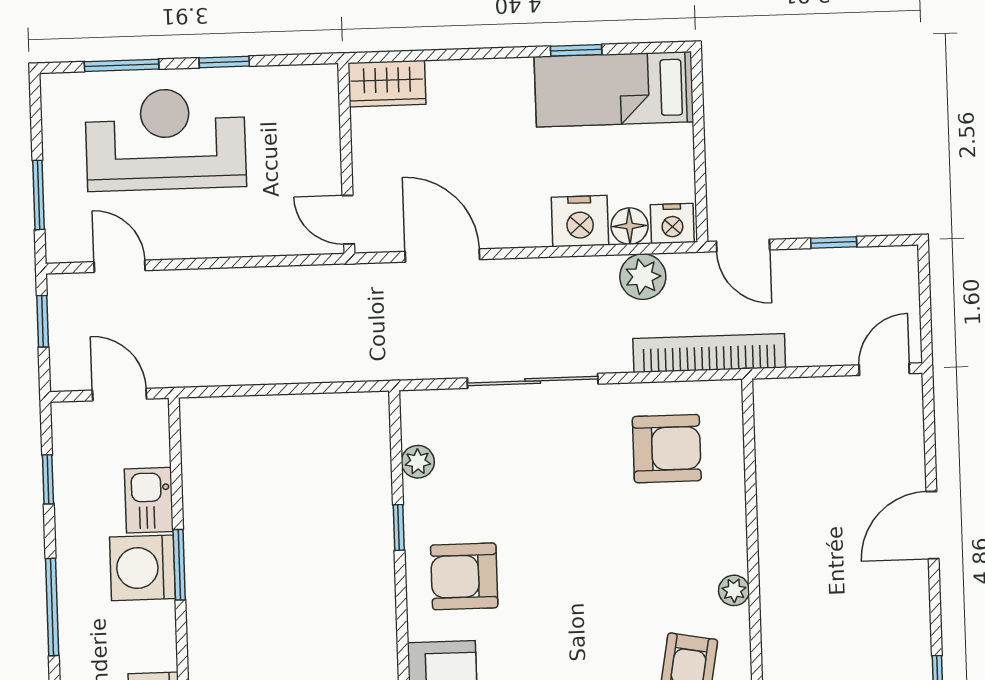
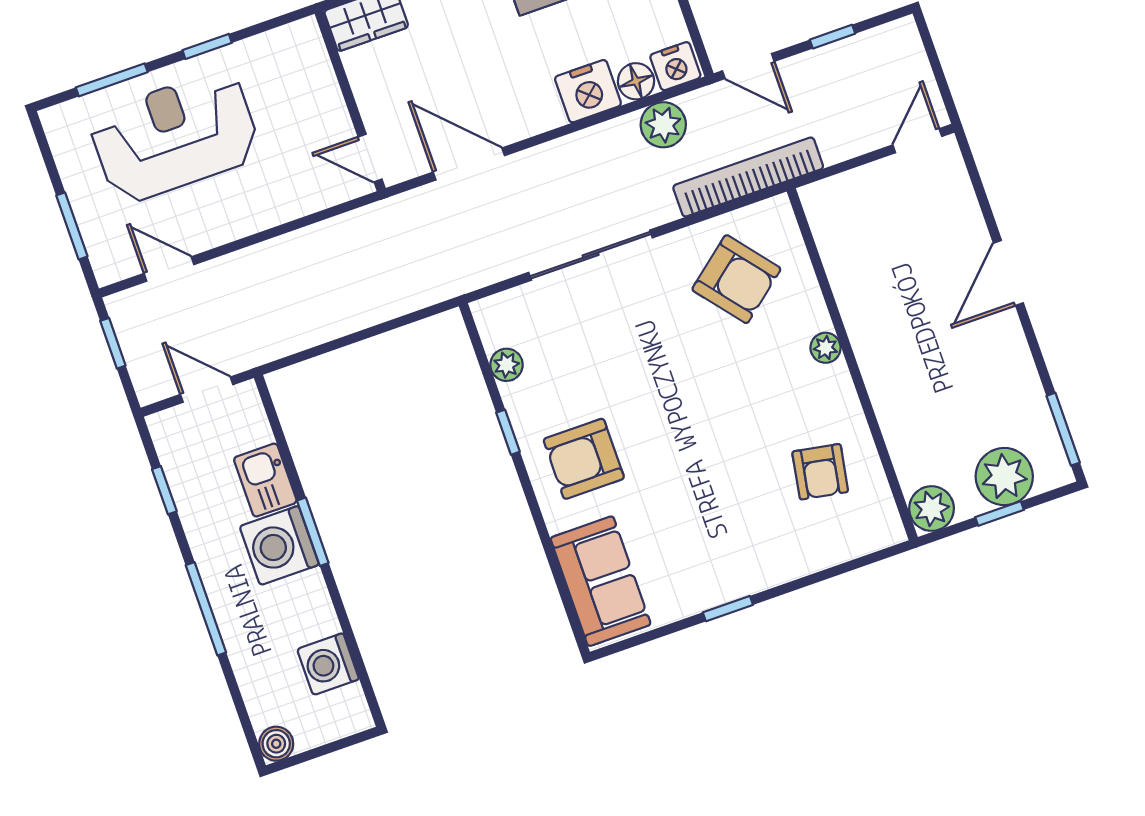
armchair: (667, 449) -> (736, 279), turned 51
plant: (734, 590) -> (826, 348), moved

